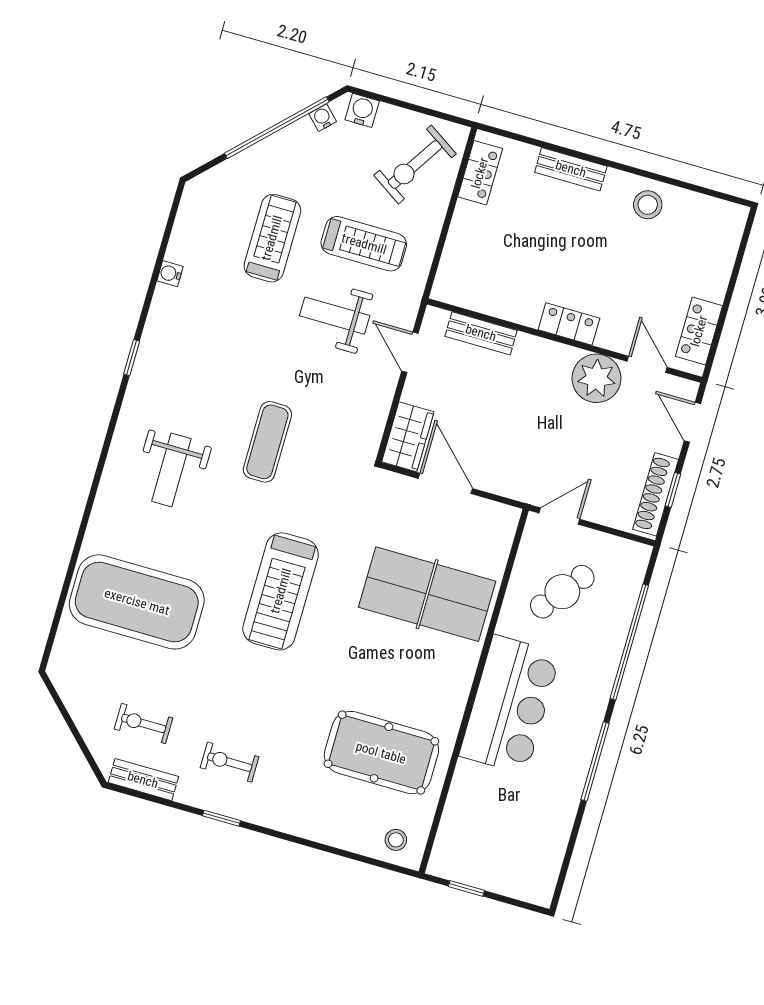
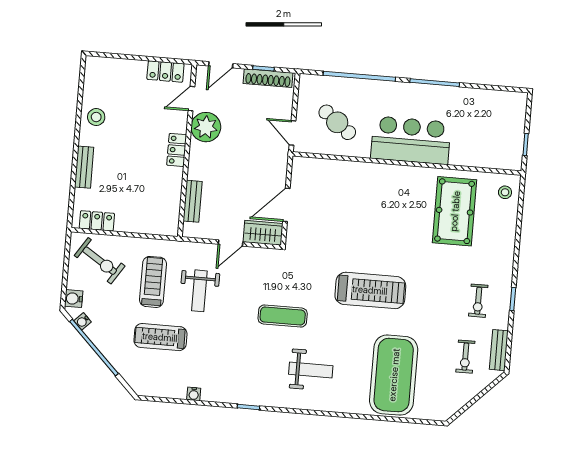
door: (410, 352) -> (231, 243), moved
table tennis table: (427, 594) -> (355, 203), removed

